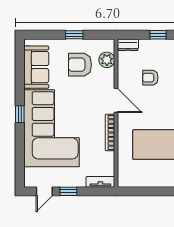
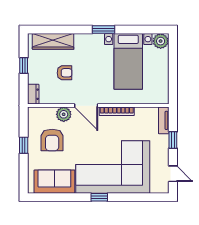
plant: (107, 60) -> (64, 114), moved
armchair: (150, 78) -> (65, 73), turned -90
door: (116, 100) -> (86, 106), swing flipped
window: (68, 191) -> (173, 140), moved

